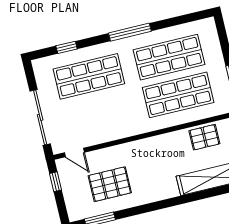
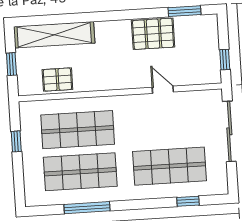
window: (130, 32) -> (87, 208), moved
door: (74, 152) -> (163, 90), moved
pallet: (110, 184) -> (153, 34), moved

